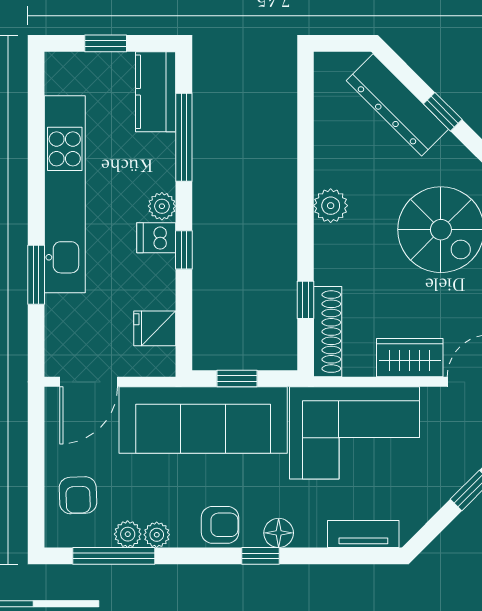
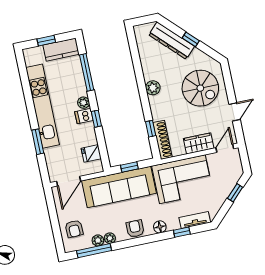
kitchen counter: (156, 92) -> (61, 50), moved, turned -90
armchair: (220, 525) -> (135, 229), turned -90
window: (260, 556) -> (182, 232), moved

